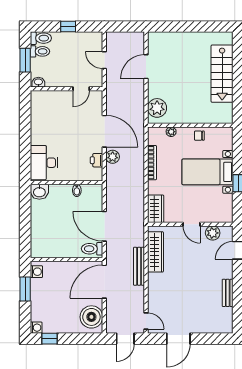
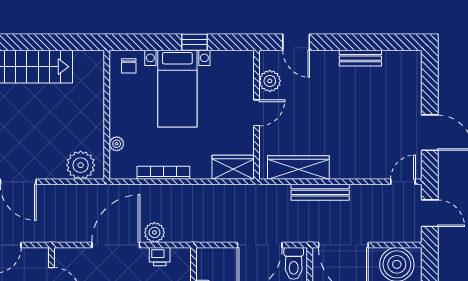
chair: (199, 136) -> (129, 66), moved

